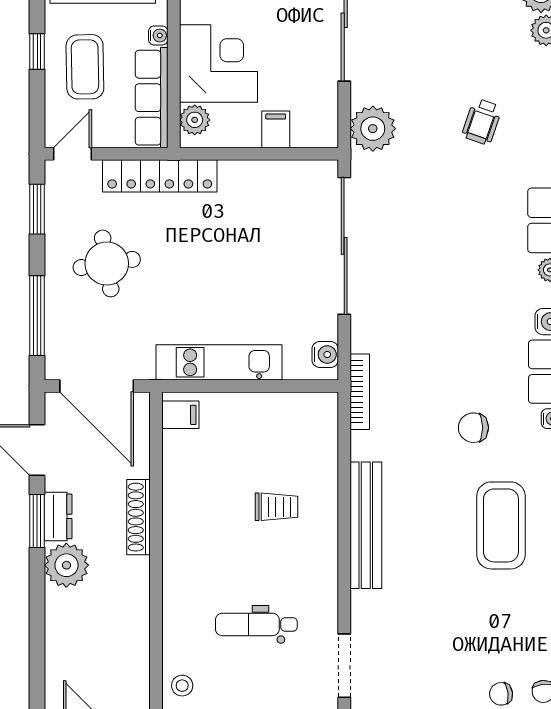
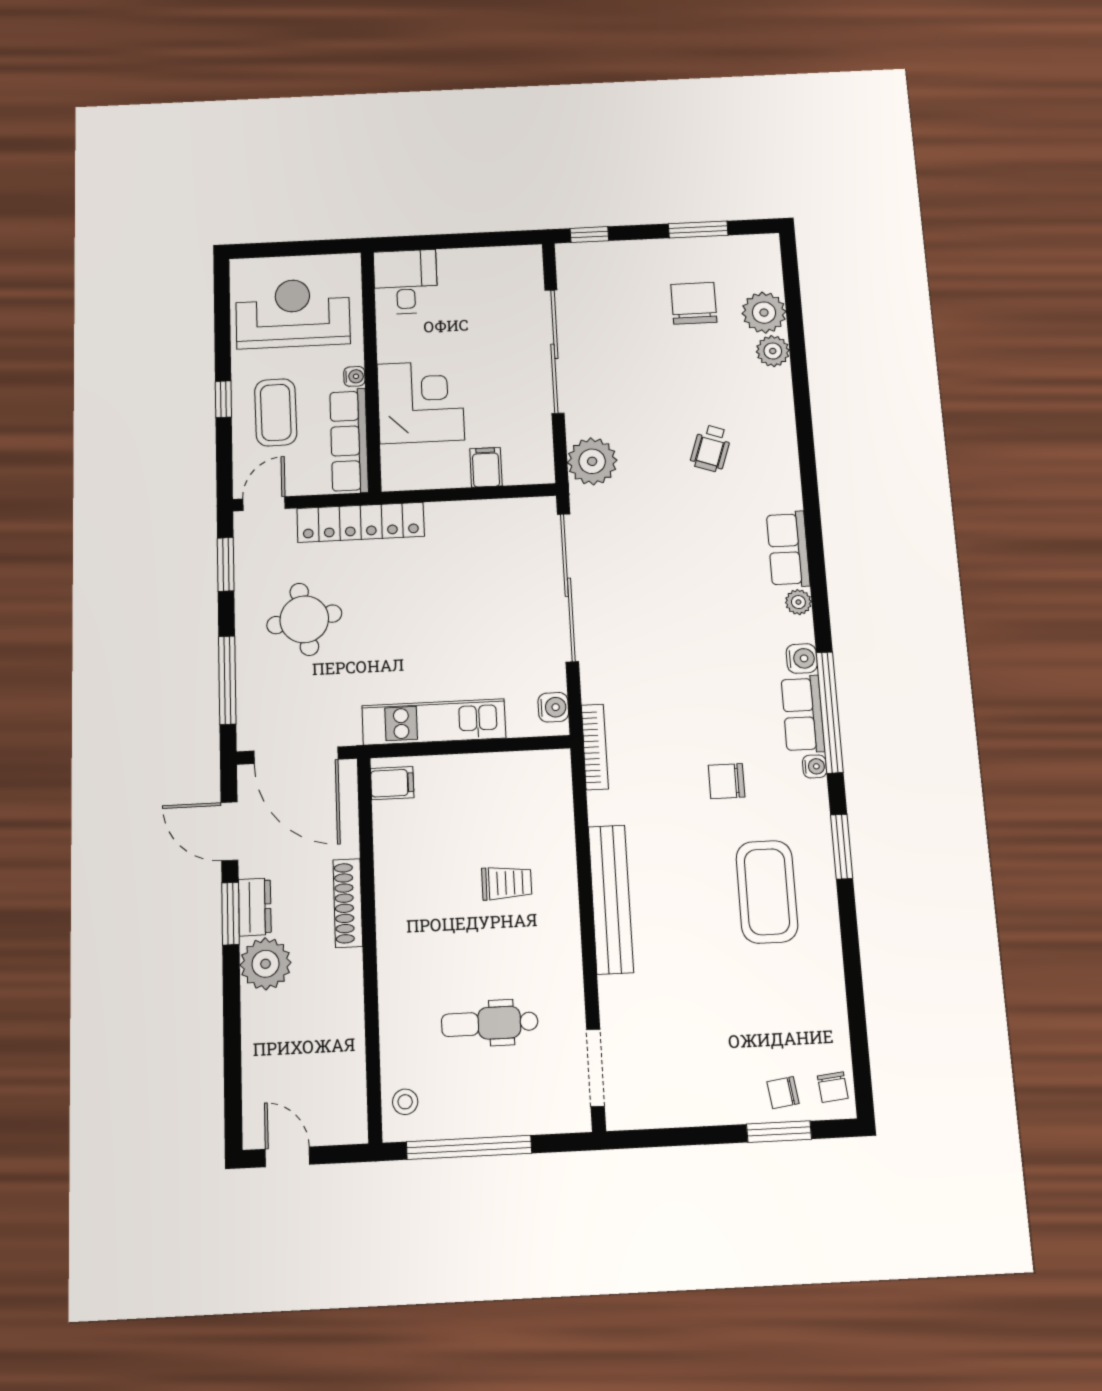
plant: (195, 120) -> (397, 462), removed

